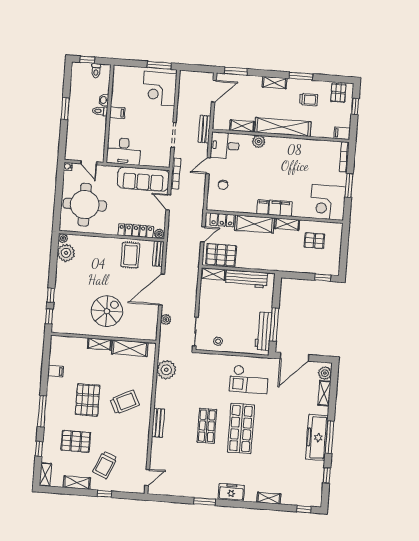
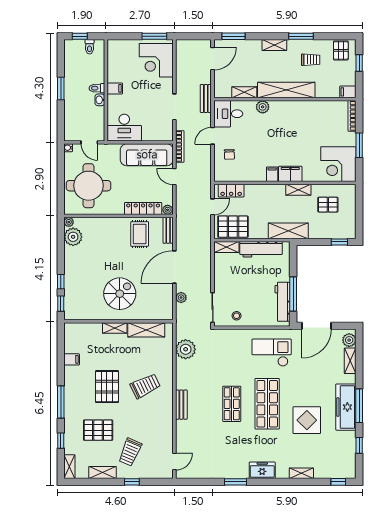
washbasin: (104, 100) -> (100, 100), moved
shelving: (255, 224) -> (288, 231), moved
checkout: (249, 379) -> (272, 353), turned 180
display table: (278, 447) -> (307, 420), added

